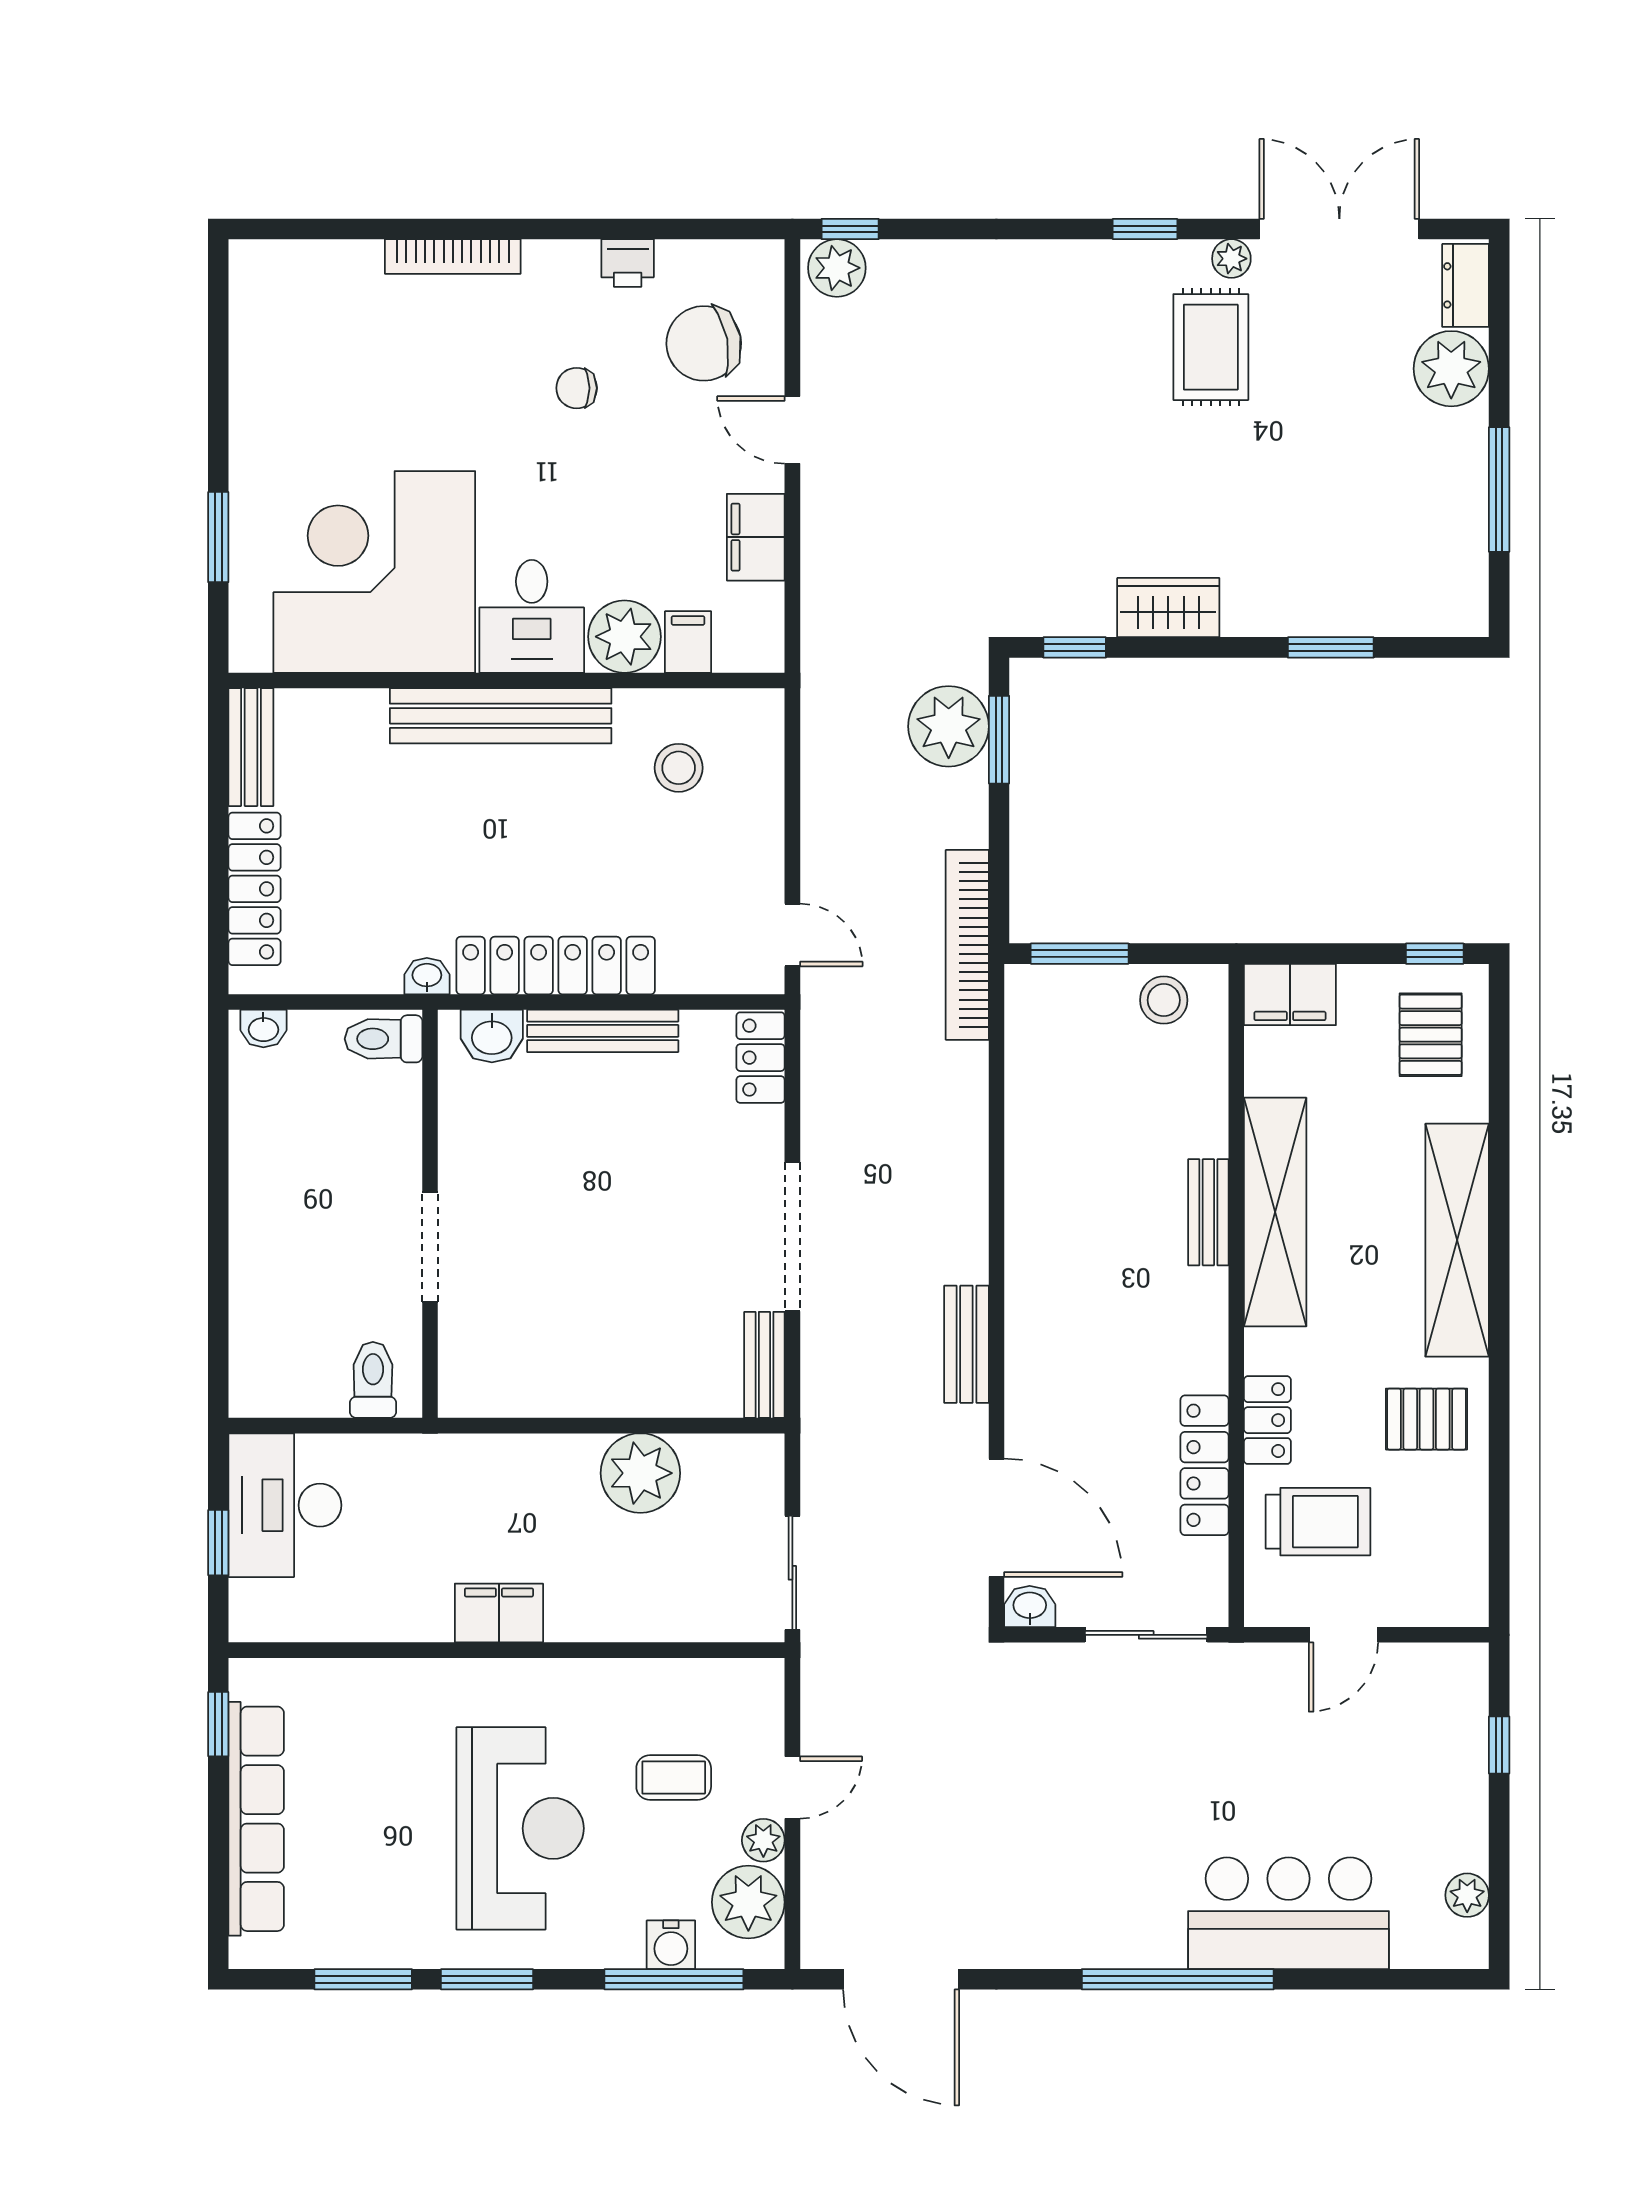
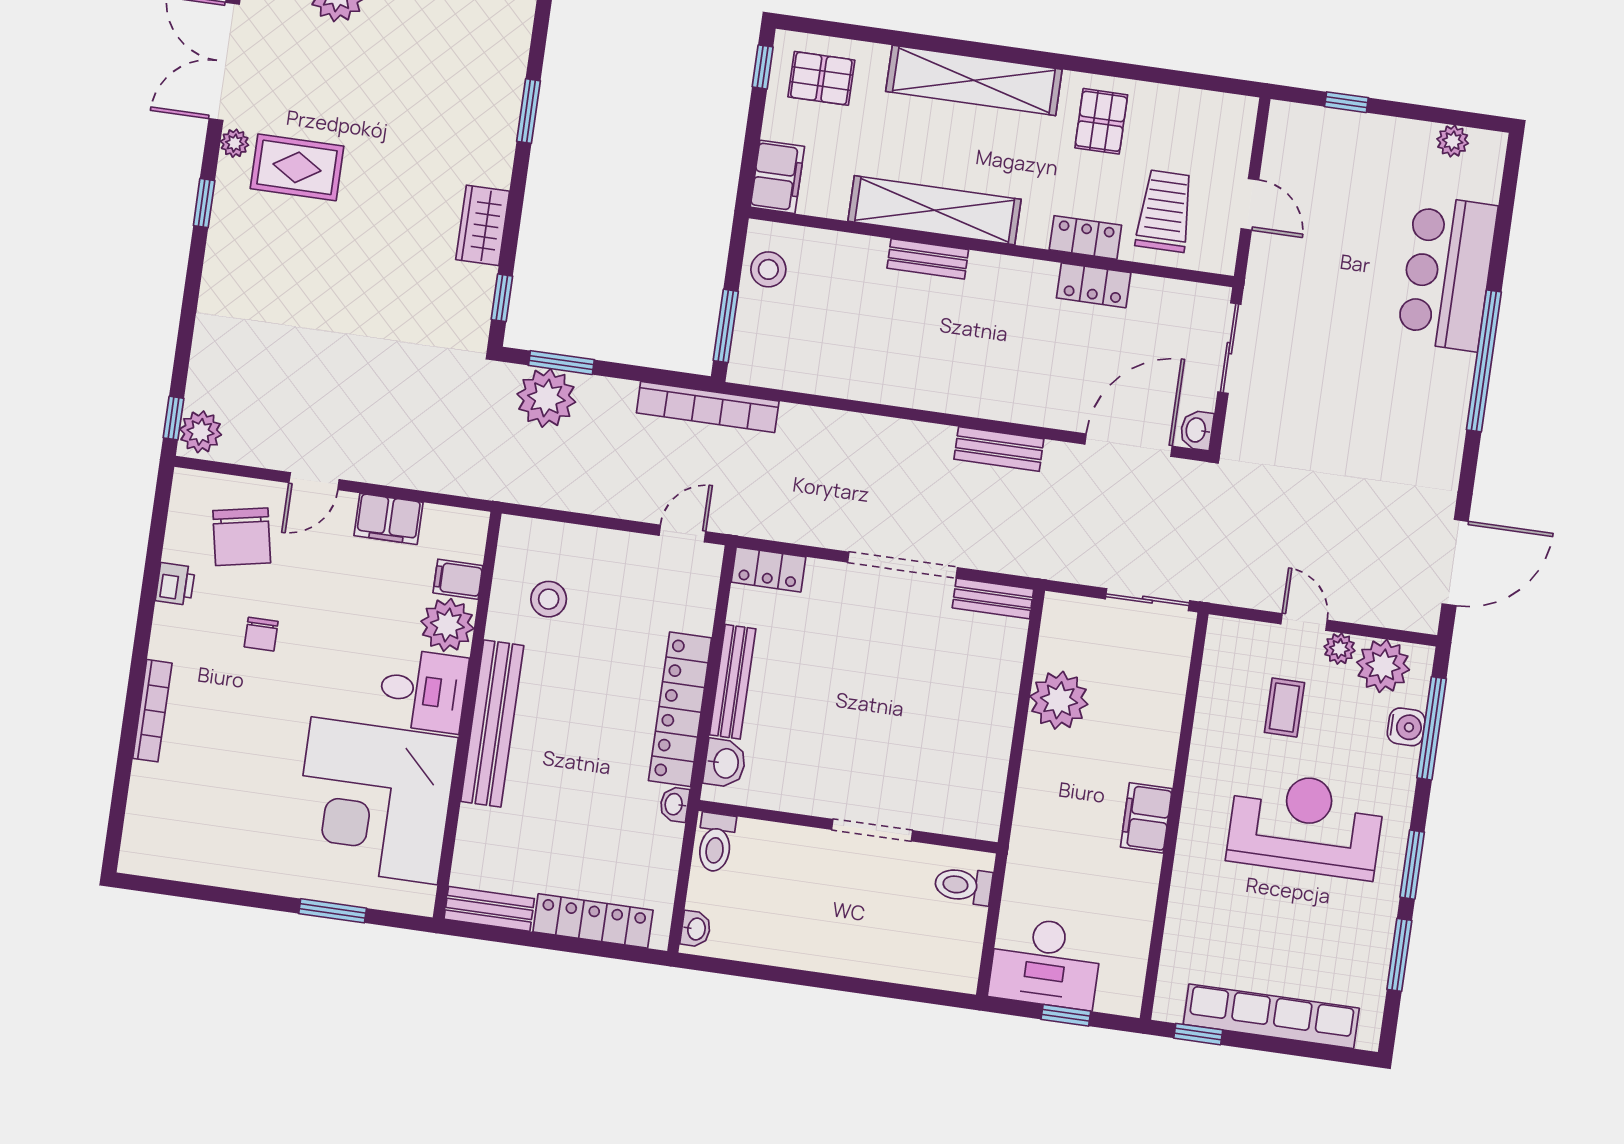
locker: (1205, 1465) -> (1094, 285), width x0.66

